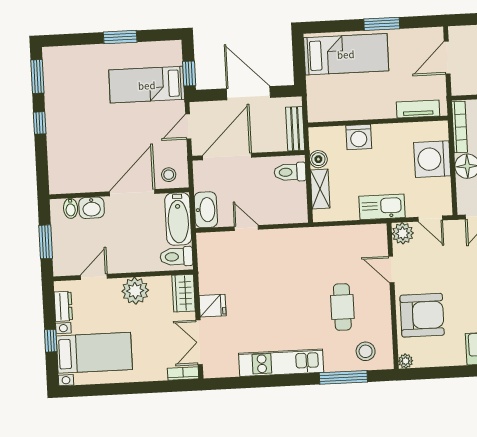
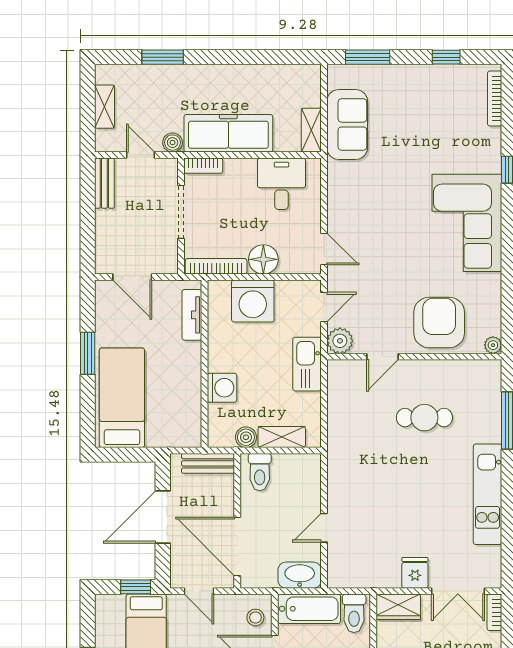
stool: (366, 351) -> (479, 392), removed

